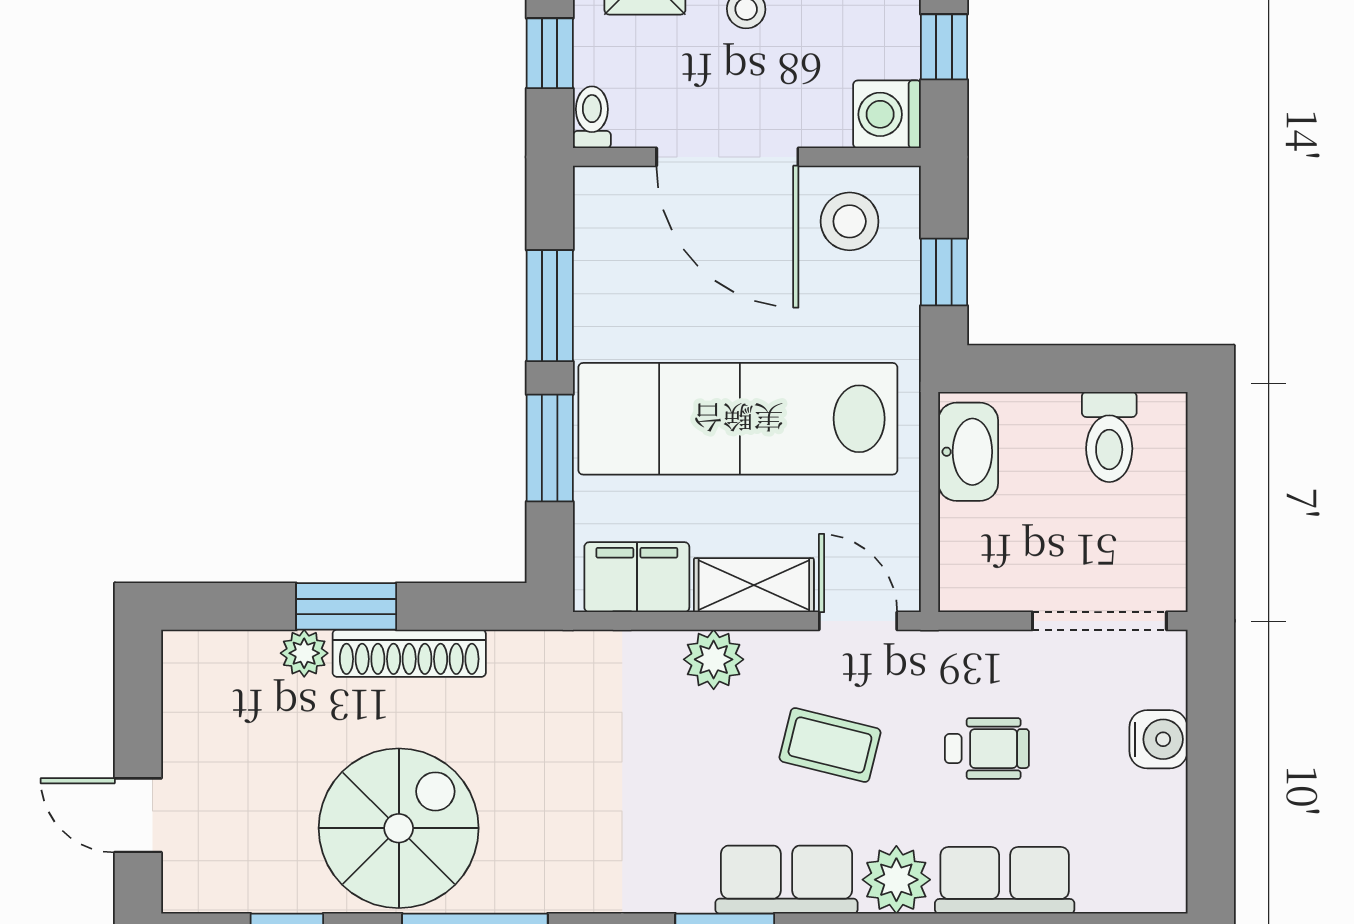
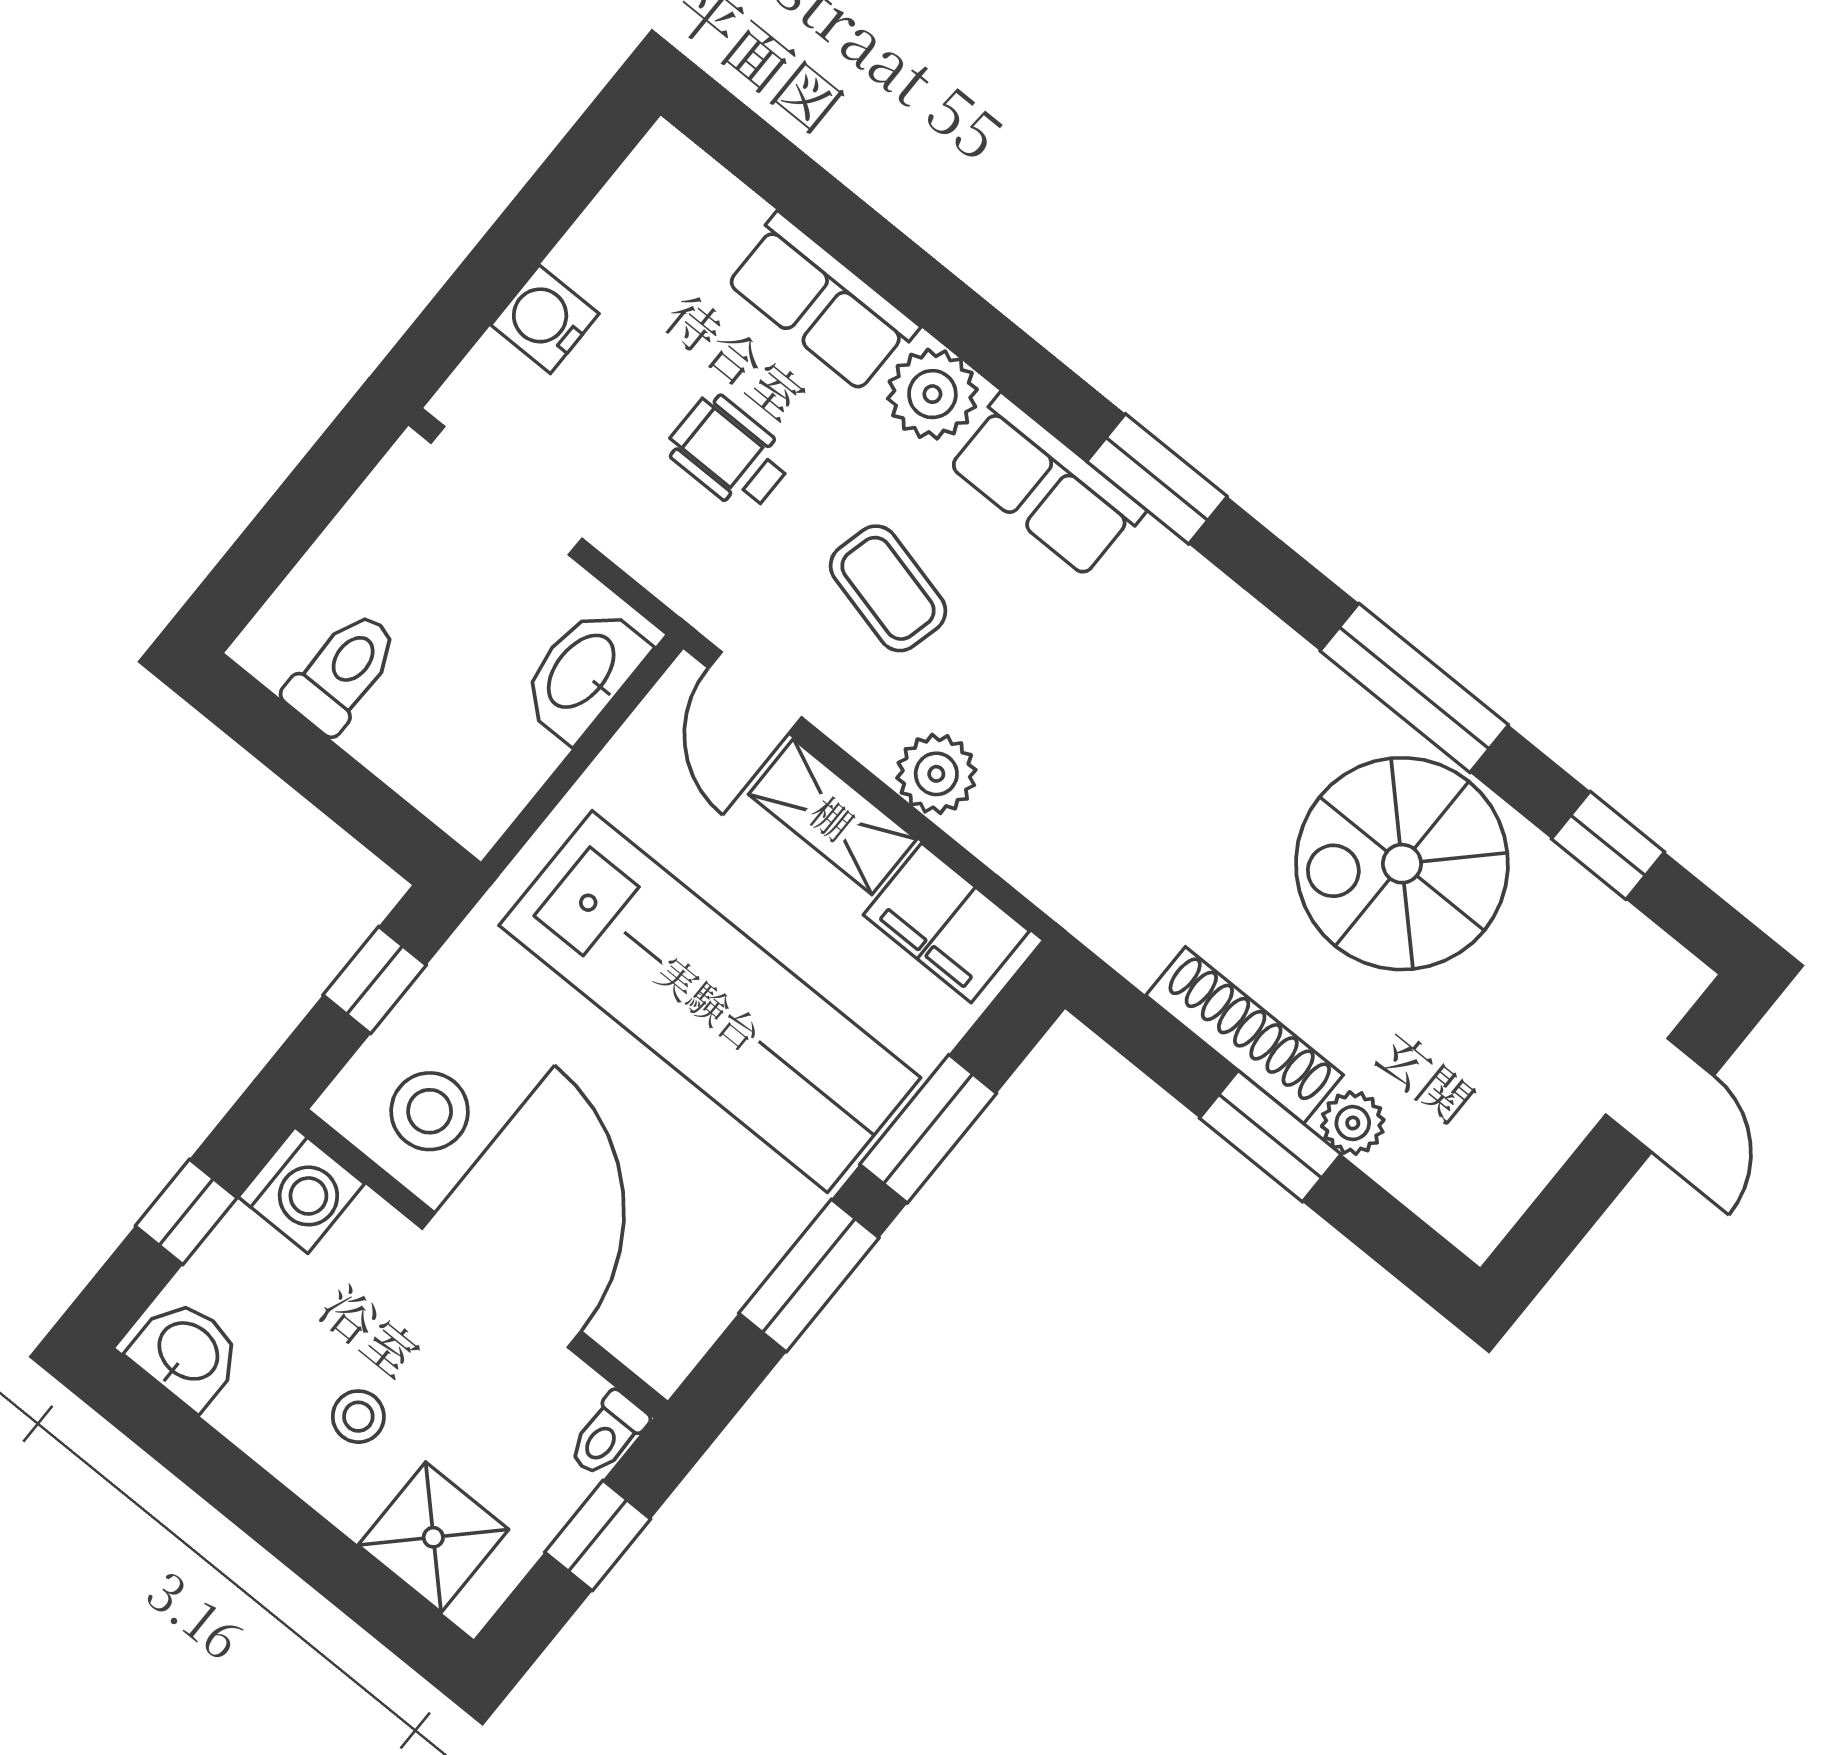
washbasin: (968, 452) -> (583, 673), moved

